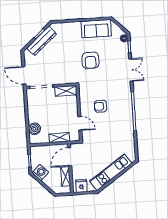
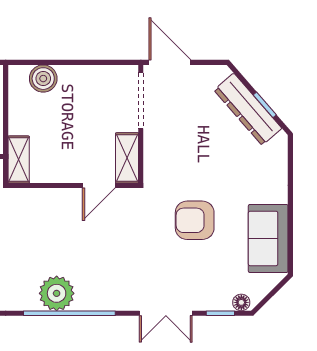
door: (24, 75) -> (170, 62), hinge flipped
armchair: (101, 106) -> (86, 237), removed
plant: (125, 117) -> (57, 293), added
door: (80, 123) -> (99, 185), moved
shelving: (59, 138) -> (19, 160), moved

